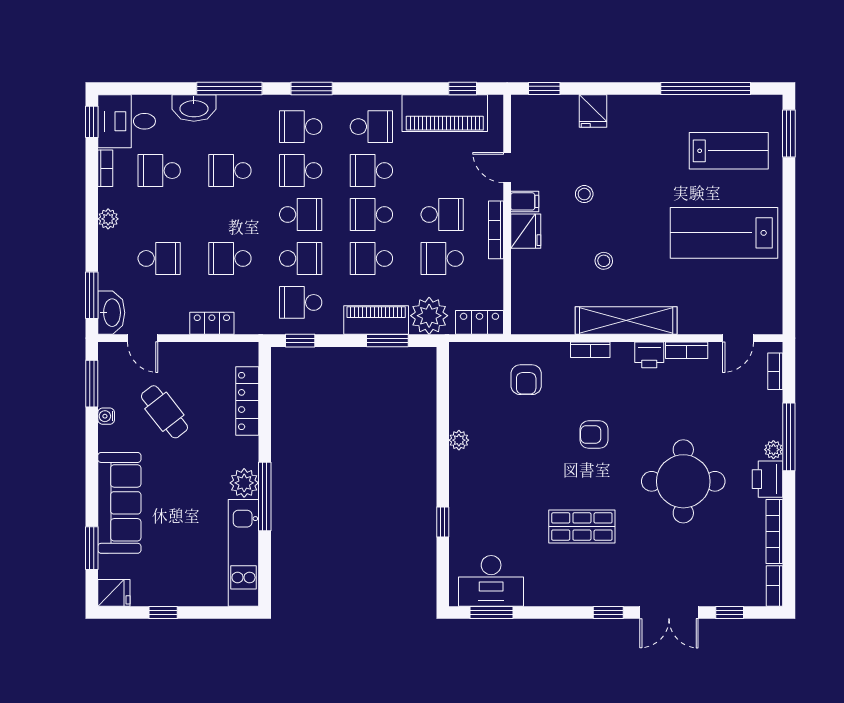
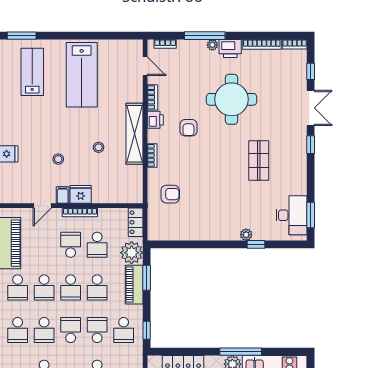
school desk: (371, 127) -> (18, 287), turned 180
armchair: (594, 435) -> (189, 128), moved
plant: (459, 440) -> (246, 235), moved

